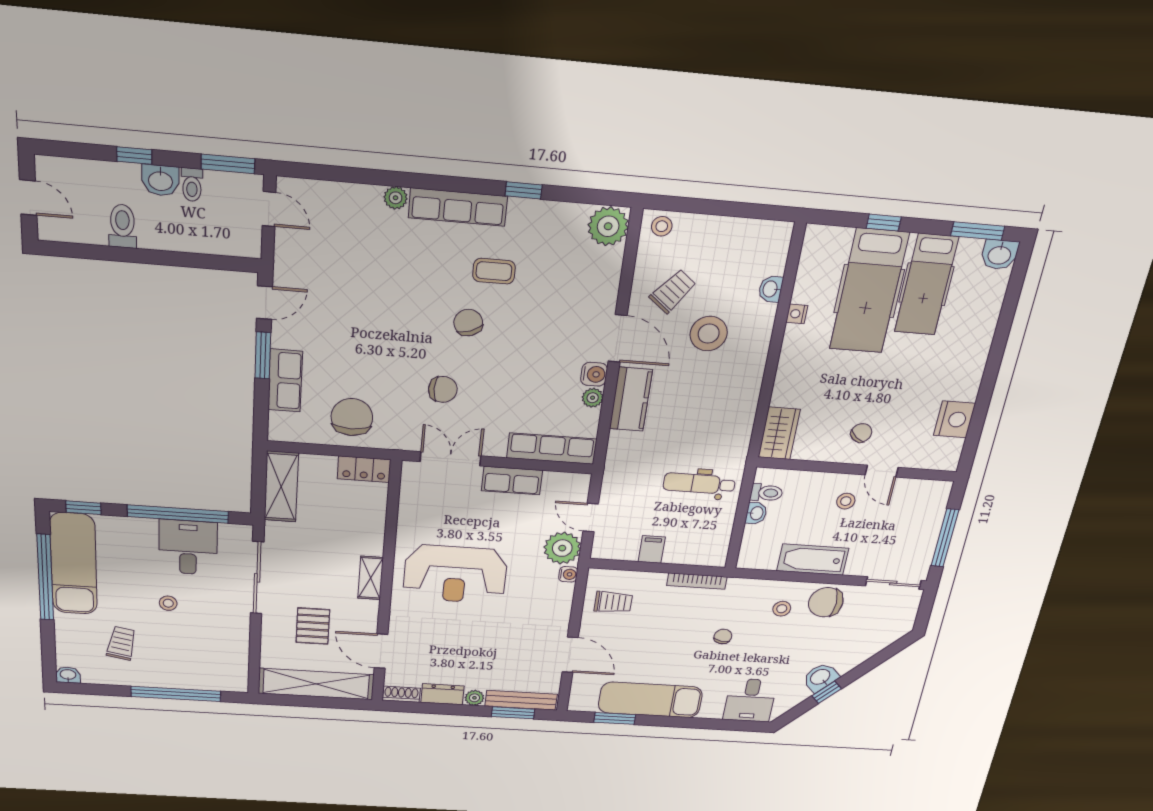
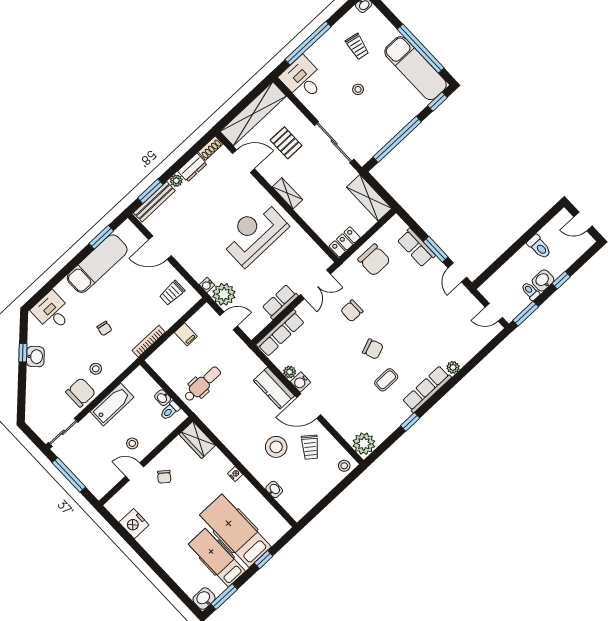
nightstand: (797, 314) -> (235, 474), moved
desk: (188, 547) -> (303, 79), moved, turned 180

